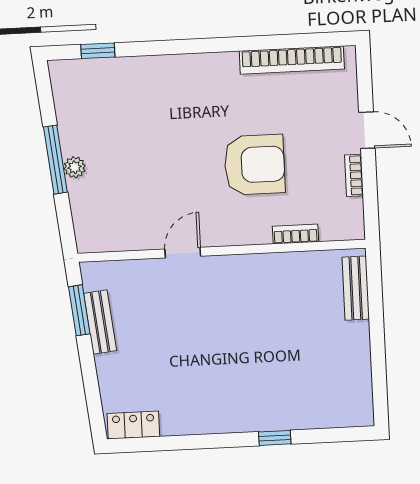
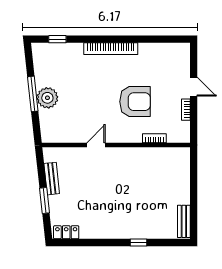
bookcase: (292, 60) -> (111, 49), moved
plant: (75, 167) -> (47, 98), width x1.88, depth x1.88
bench: (356, 288) -> (184, 221), moved
window: (79, 310) -> (44, 200), moved

